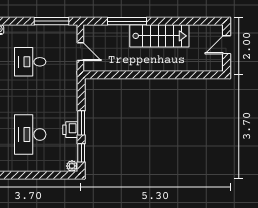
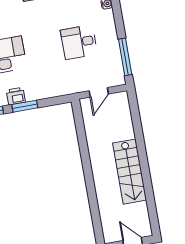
window: (127, 21) -> (139, 135), removed
desk: (30, 62) -> (79, 42), turned -90

